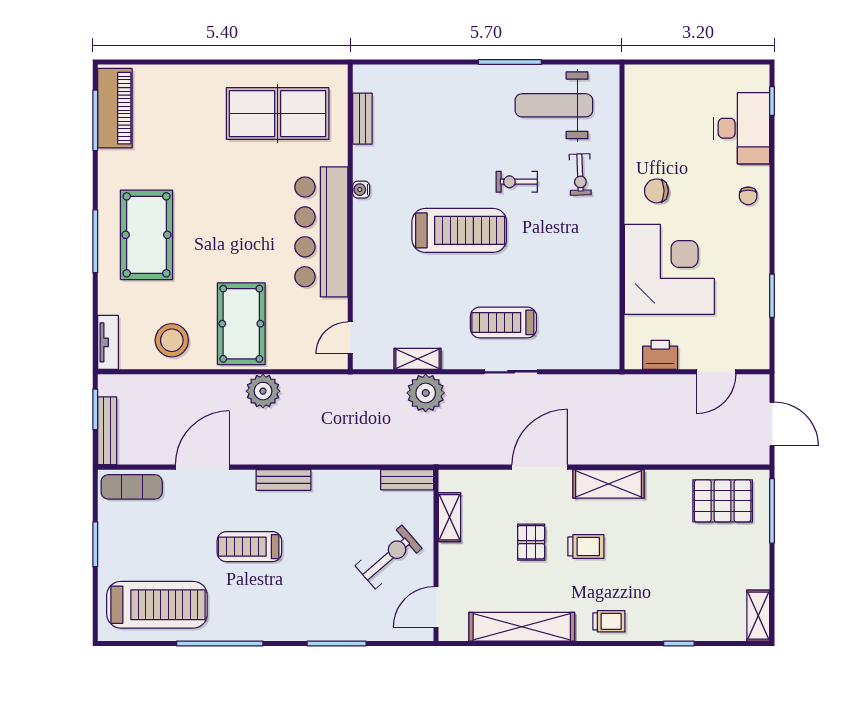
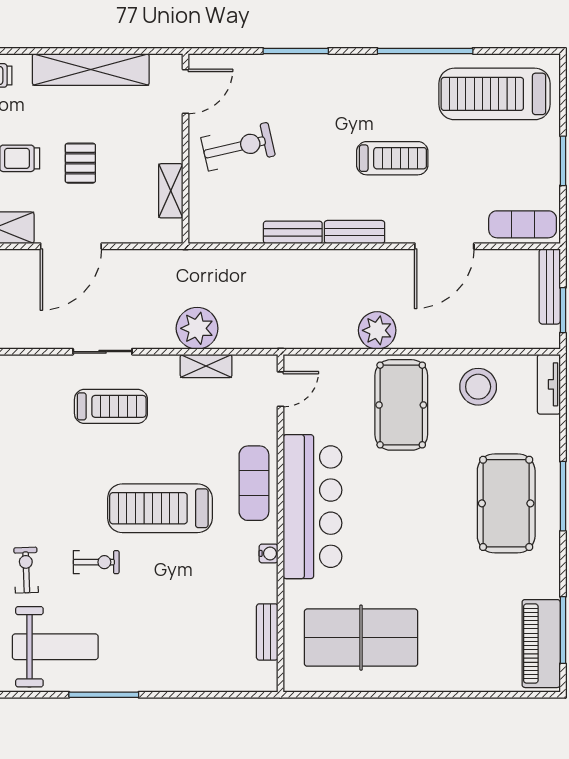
exercise mat: (374, 253) -> (254, 483), added
bench: (407, 480) -> (293, 232), moved
exercise bike: (389, 557) -> (238, 147), turned -152

